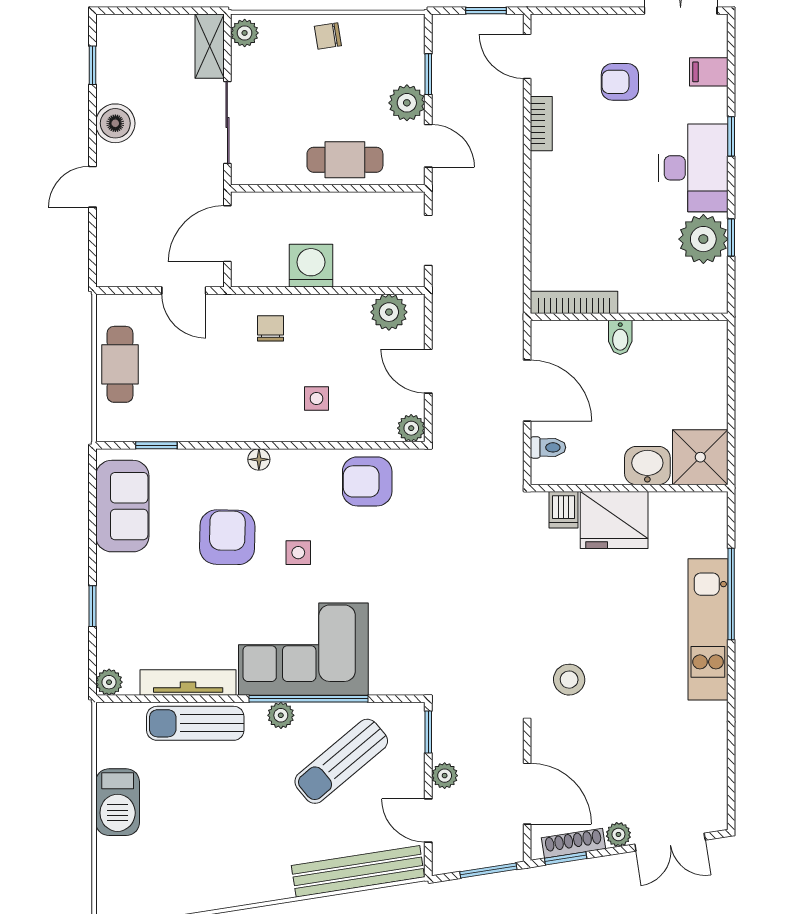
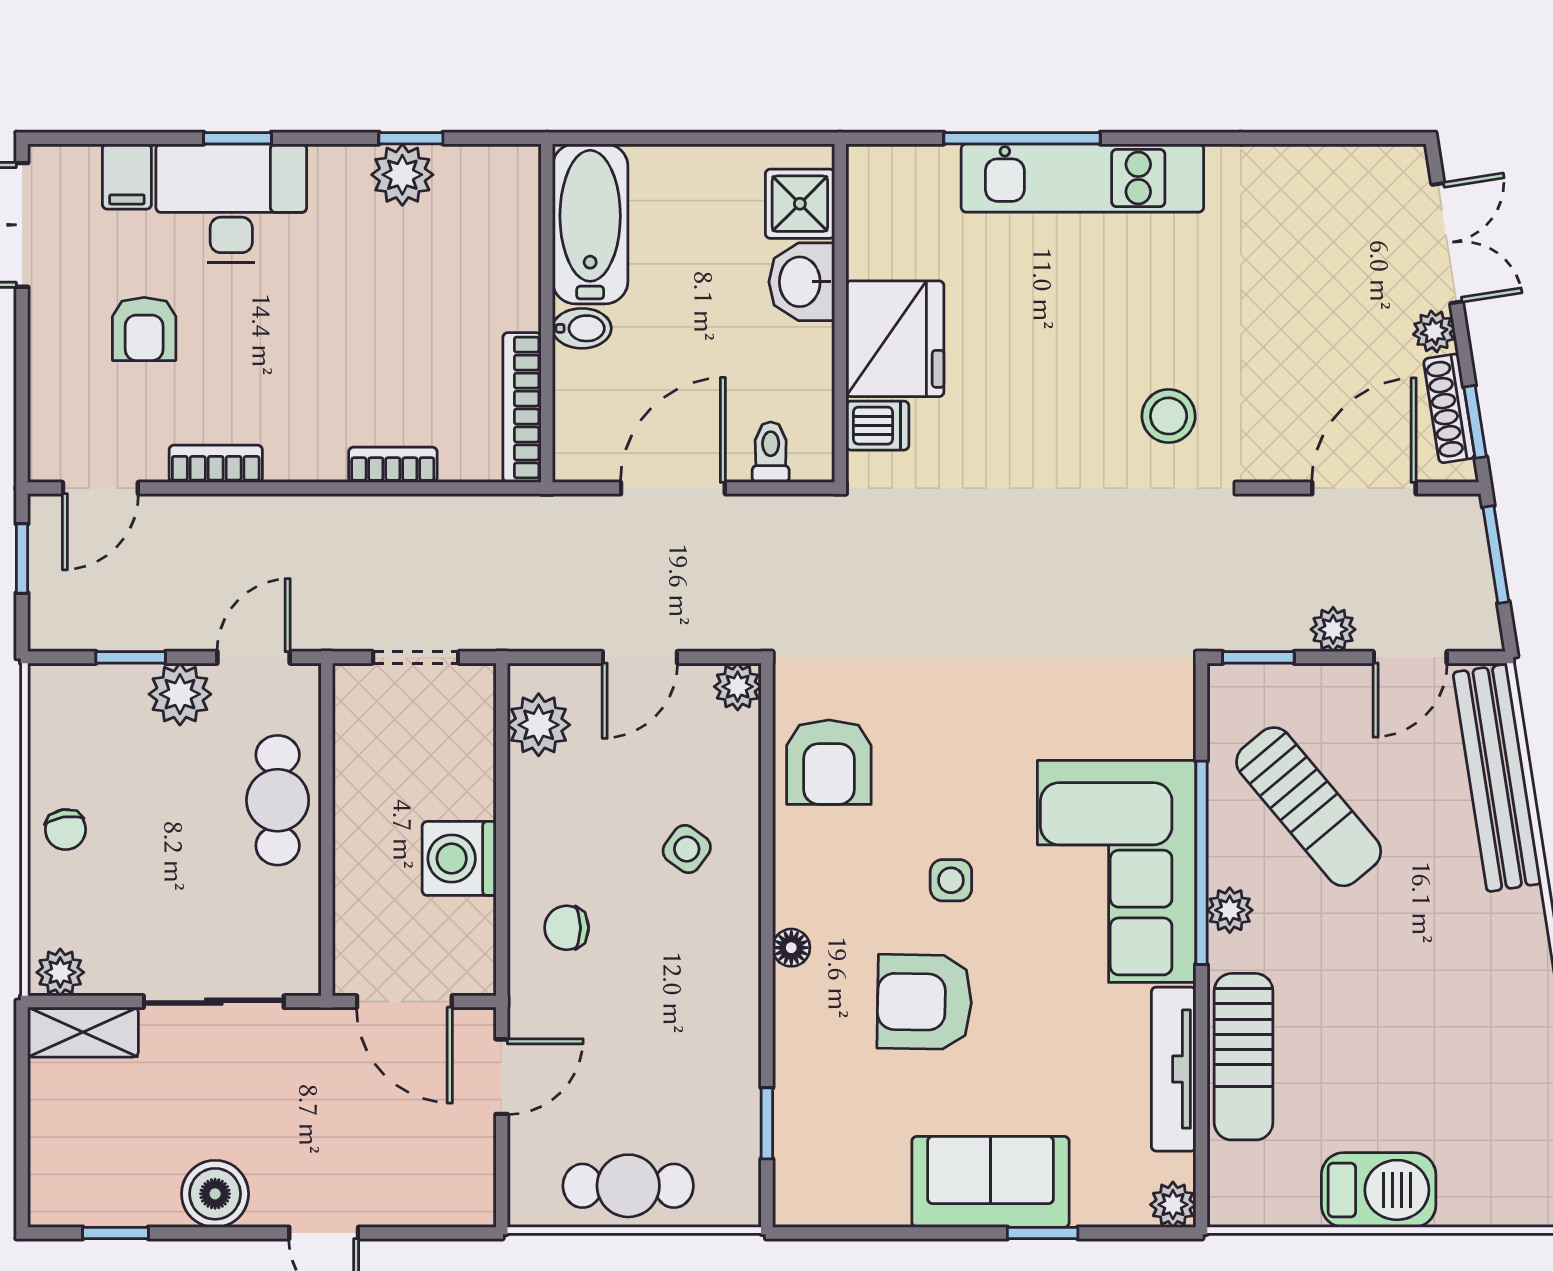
desk: (693, 168) -> (231, 203), moved
bookcase: (541, 227) -> (393, 465), added
plant: (703, 239) -> (402, 175), width x0.73, depth x0.73
bathtub: (681, 342) -> (590, 224), added
side table: (316, 398) -> (687, 849), turned 36
shower: (700, 457) -> (800, 204), width x0.73, depth x0.73
sofa: (122, 506) -> (990, 1182), moved

